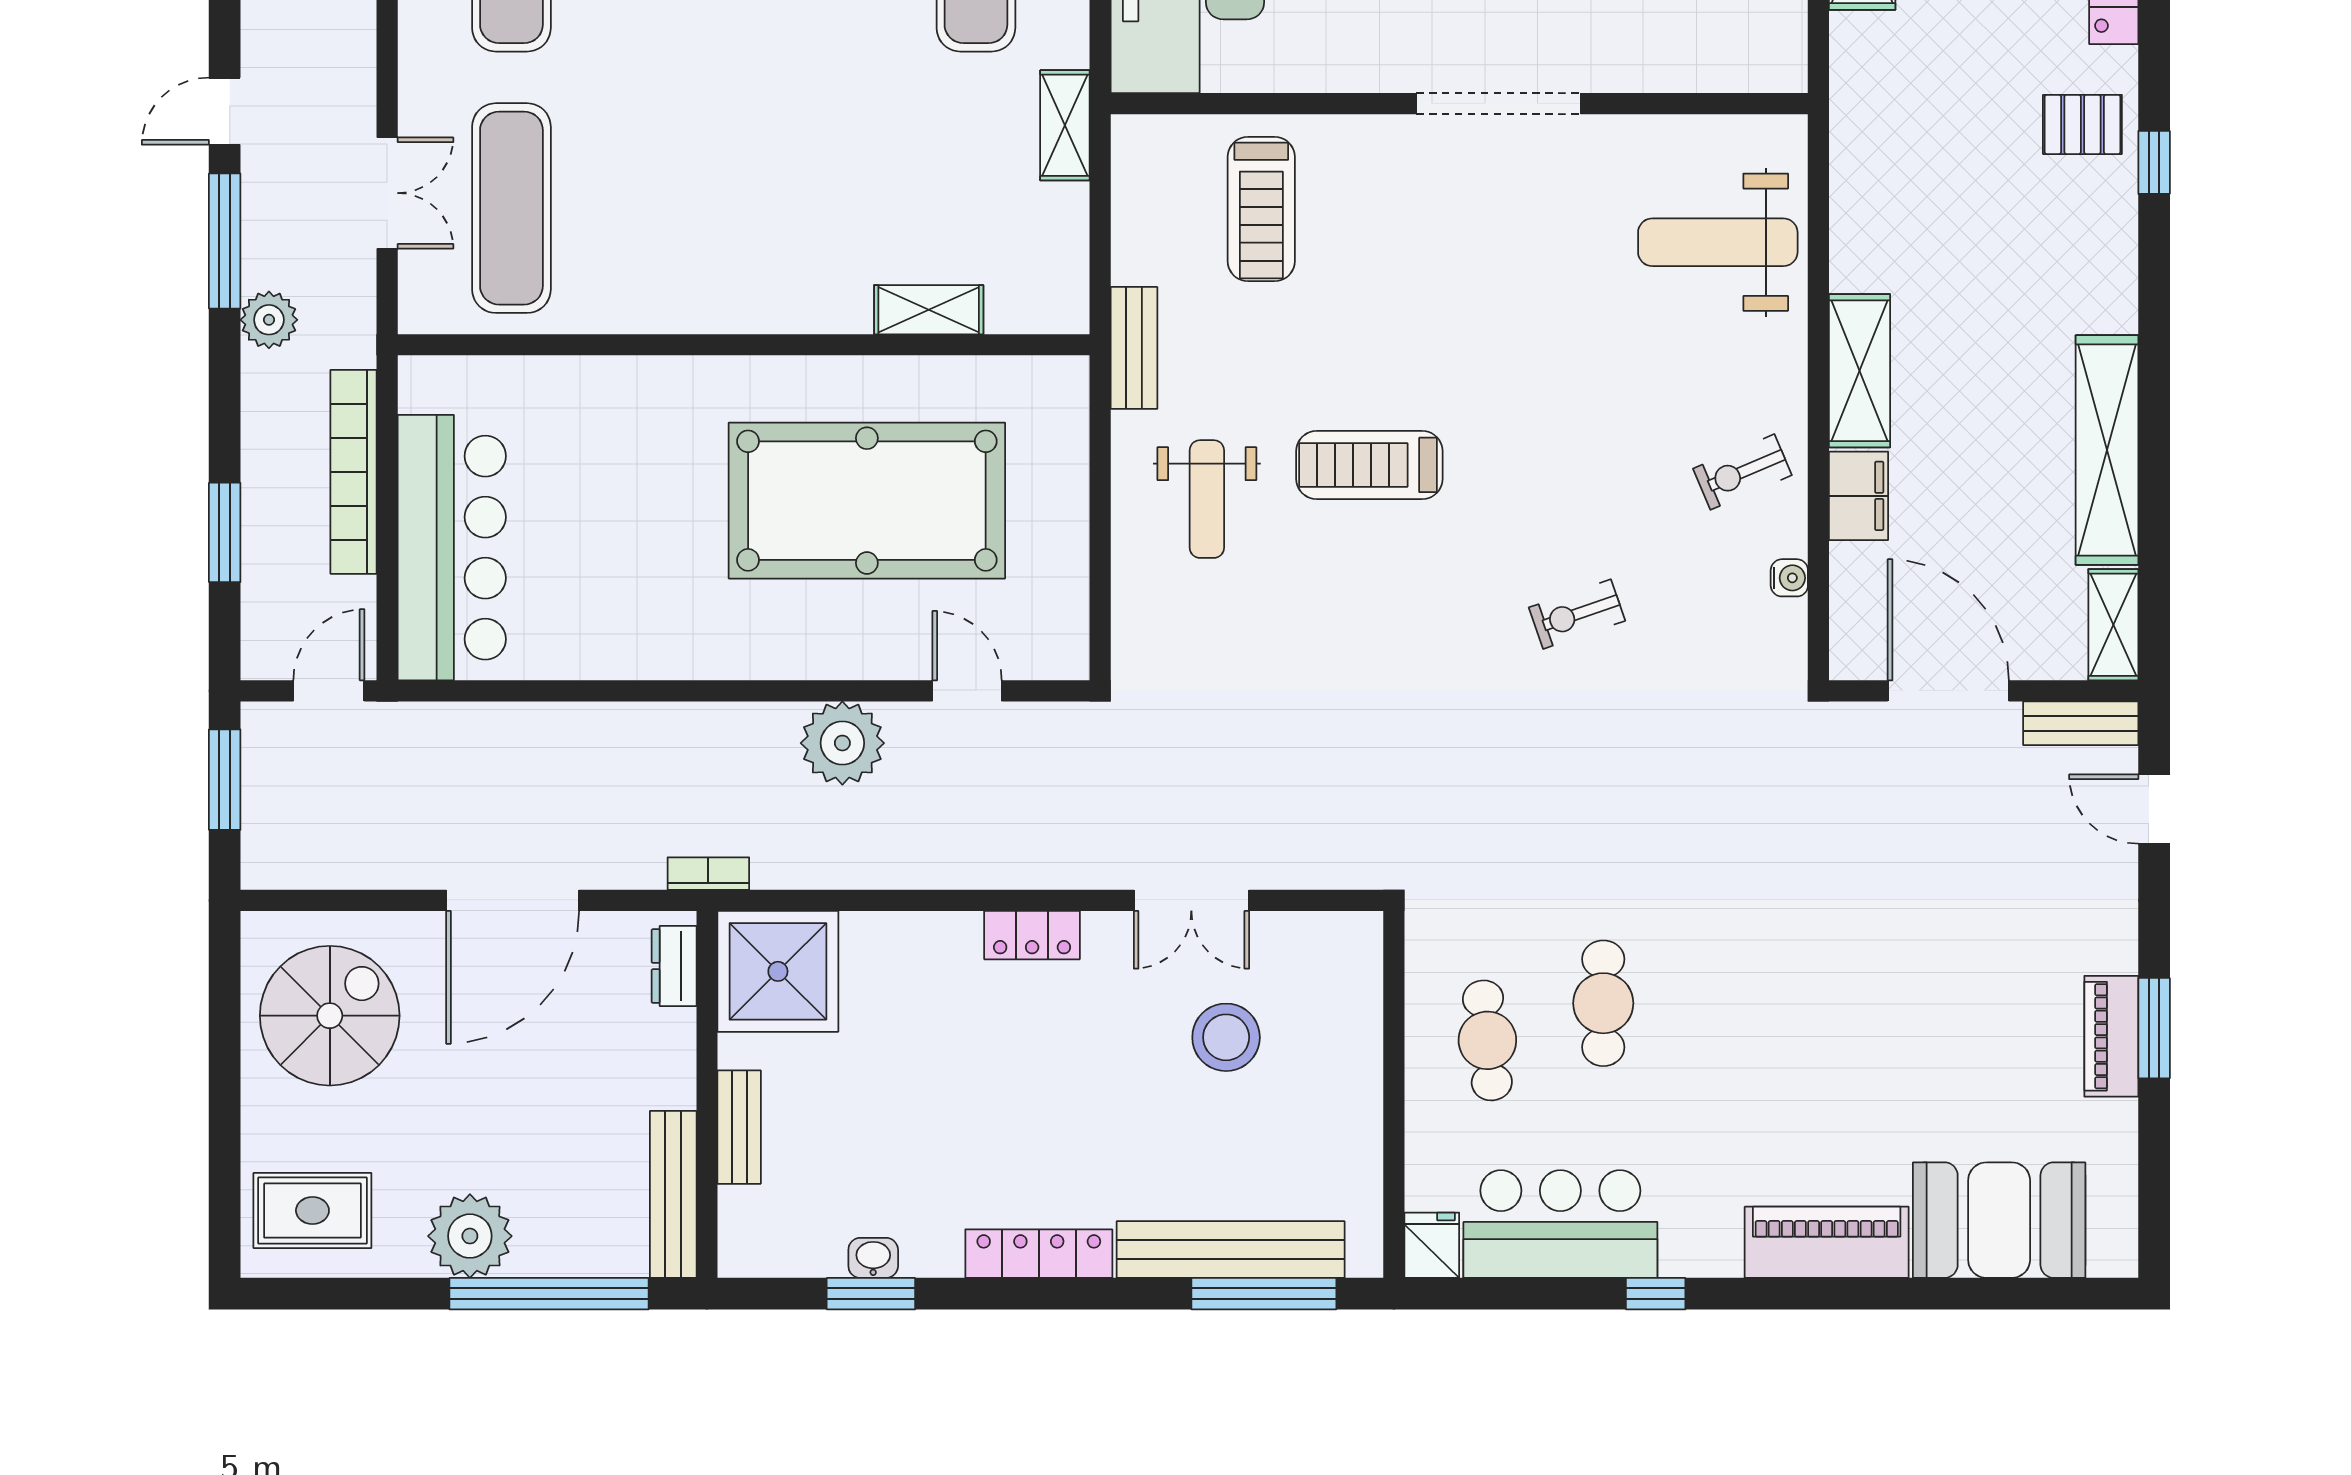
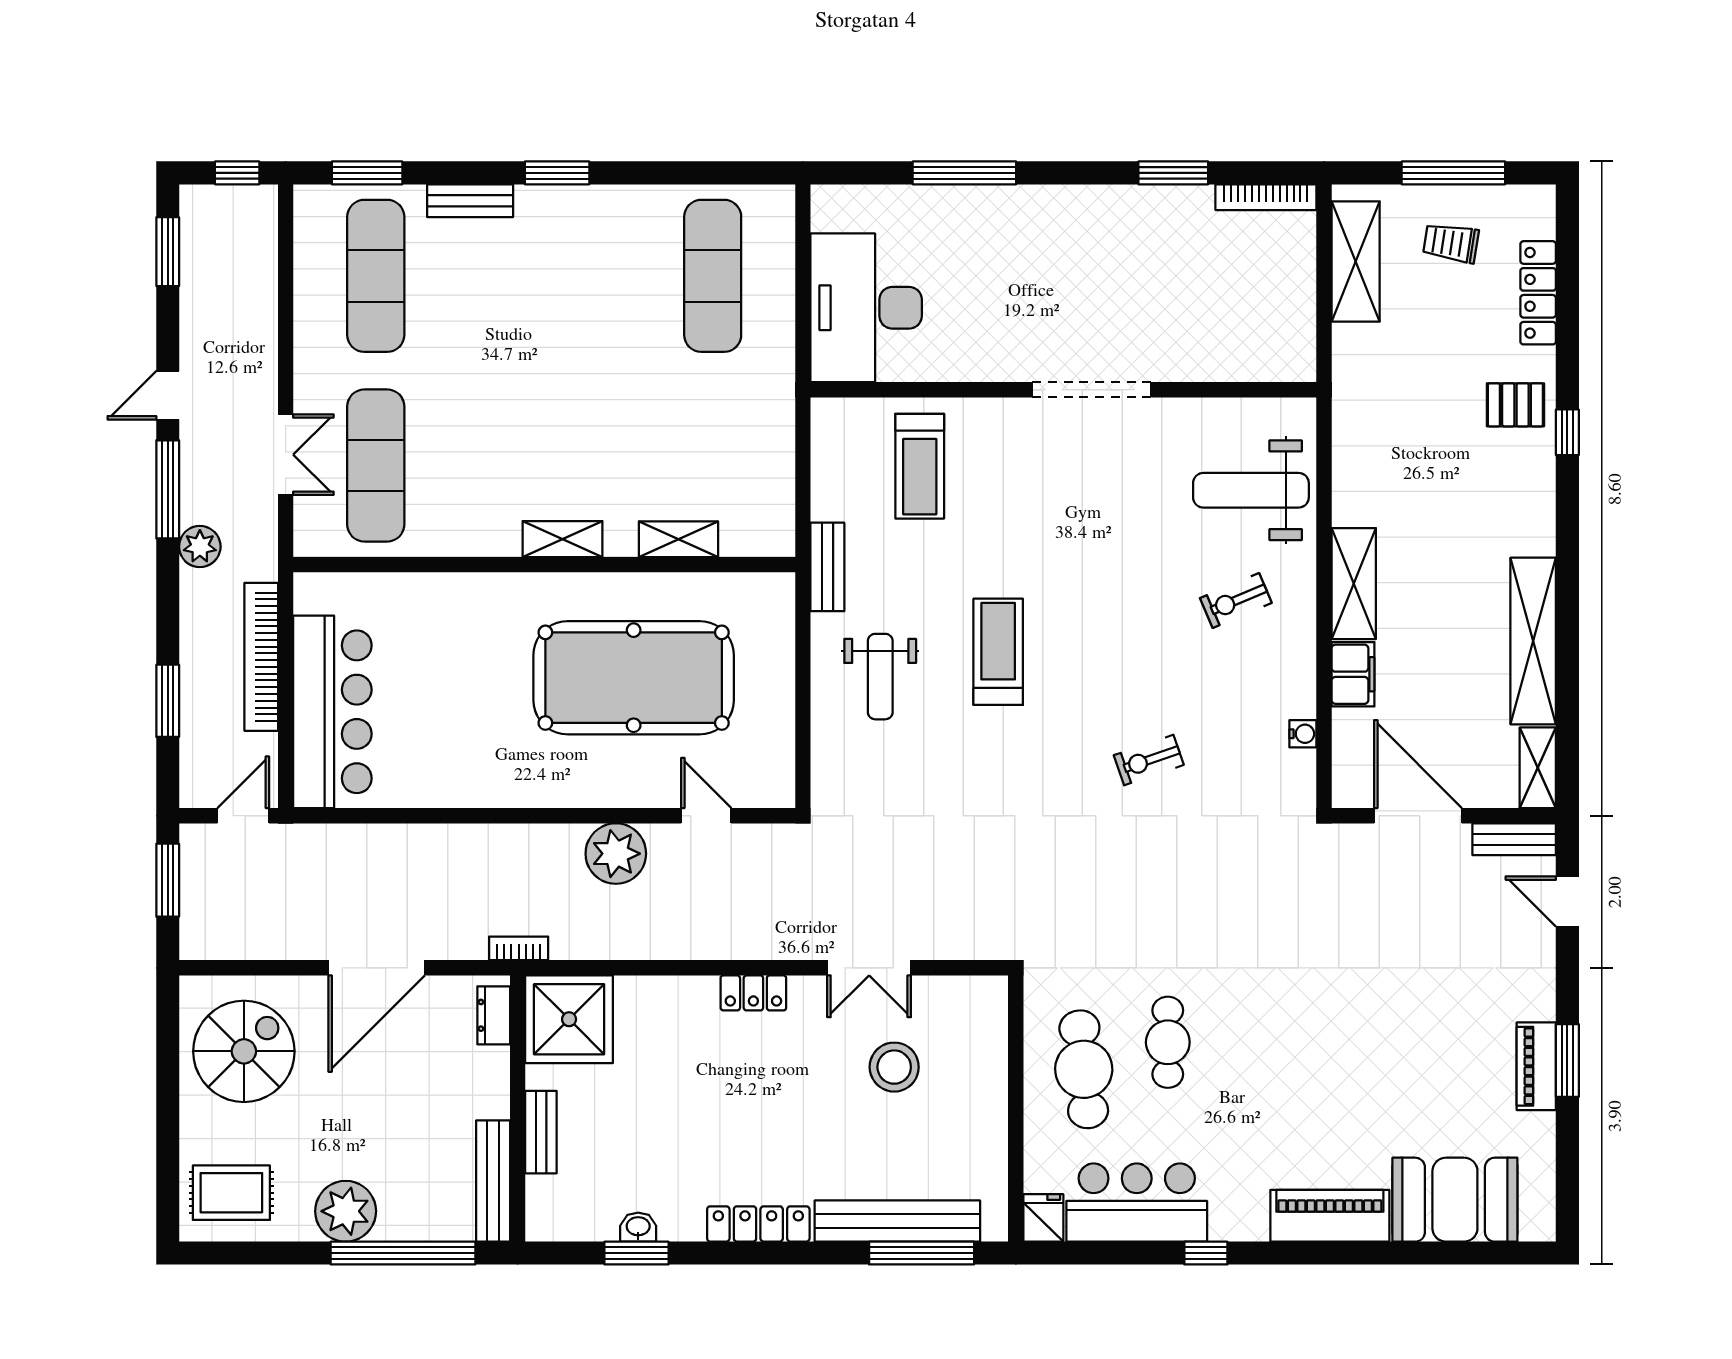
shelving: (1065, 125) -> (563, 539), moved, turned 90
treadmill: (1369, 465) -> (998, 652), turned 90
exercise bike: (1742, 472) -> (1236, 600), moved
cafe table: (1487, 1040) -> (1084, 1069), width x1.37, depth x1.35

